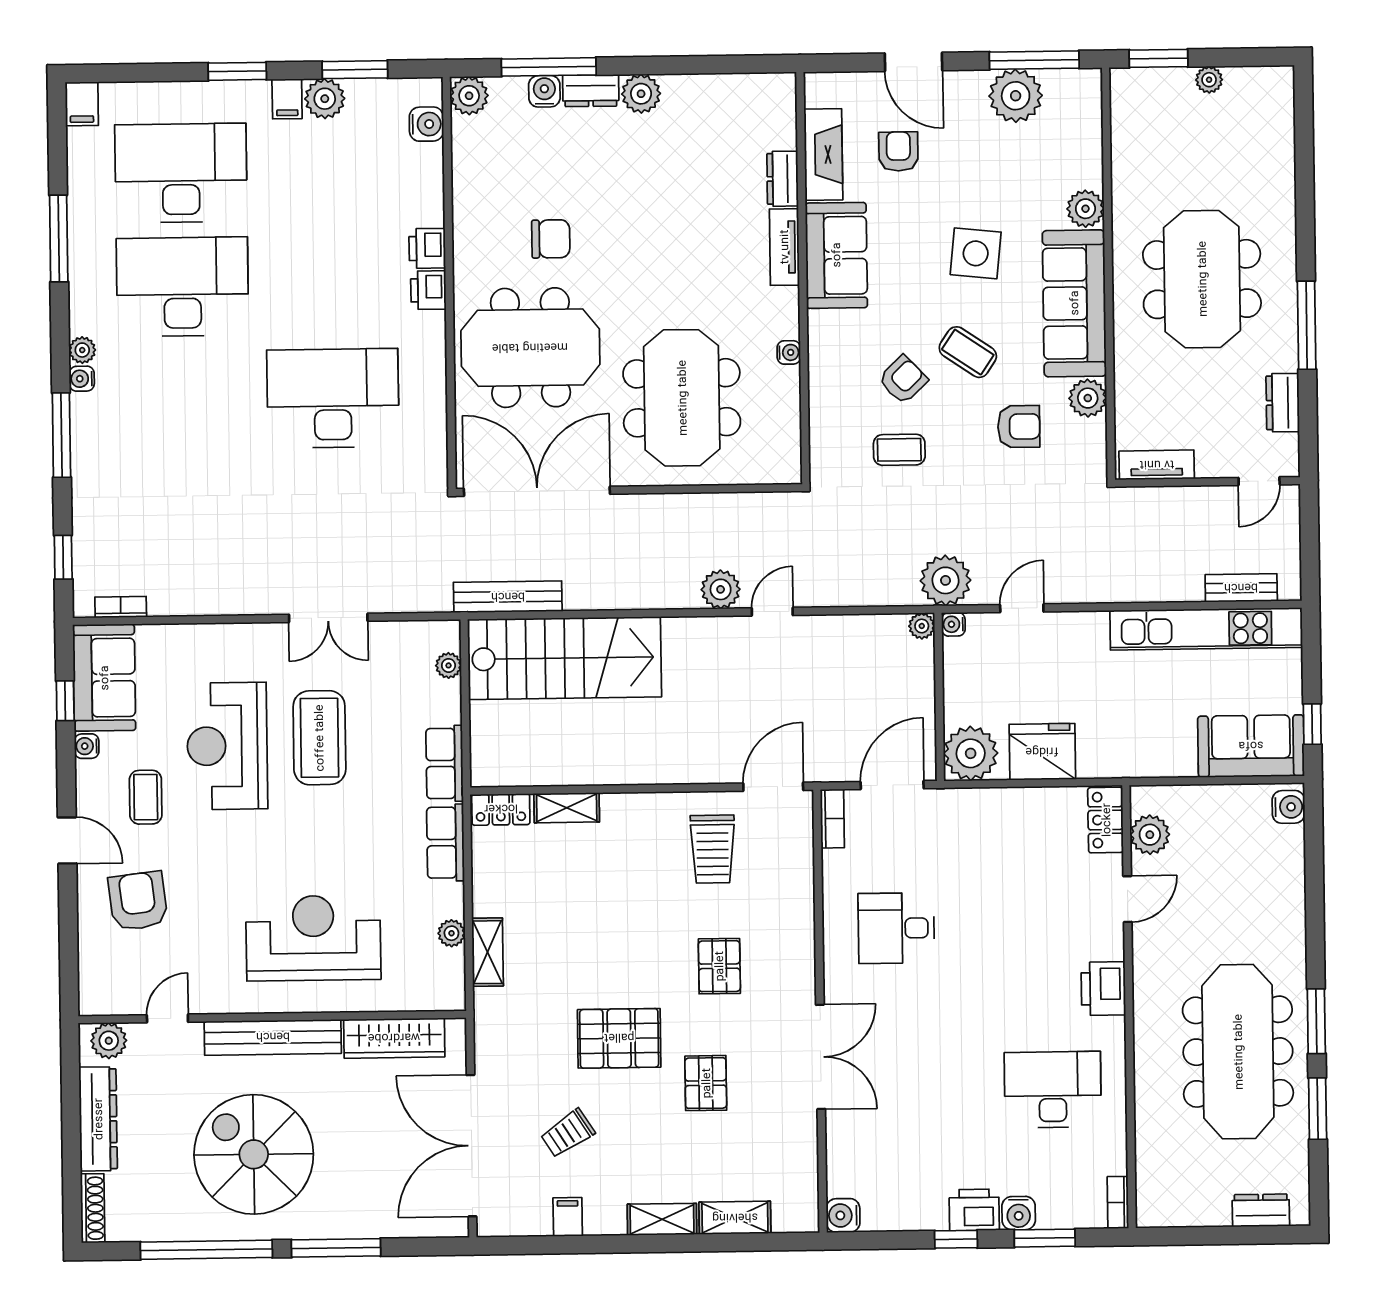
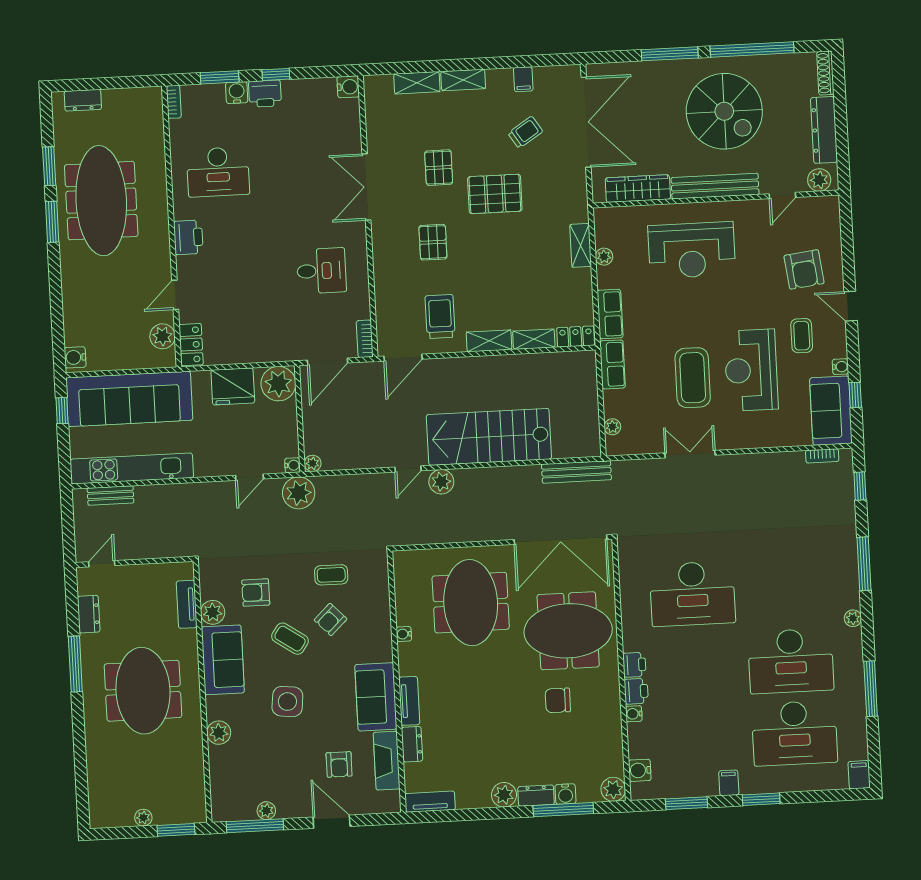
tv unit: (758, 88) -> (430, 802), added
plant: (1016, 96) -> (266, 811), width x0.53, depth x0.53
plant: (325, 99) -> (705, 784), removed
sofa: (1074, 303) -> (223, 660), width x0.73
water cooler: (82, 379) -> (634, 714), moved, turned 180
tv unit: (1157, 465) -> (187, 604), moved, turned 90
stairs: (565, 658) -> (489, 437), moved
reception desk: (227, 746) -> (751, 370), turned 180
sofa: (1251, 746) -> (129, 399), width x1.85, depth x1.27
shelving: (637, 808) -> (489, 341), added

